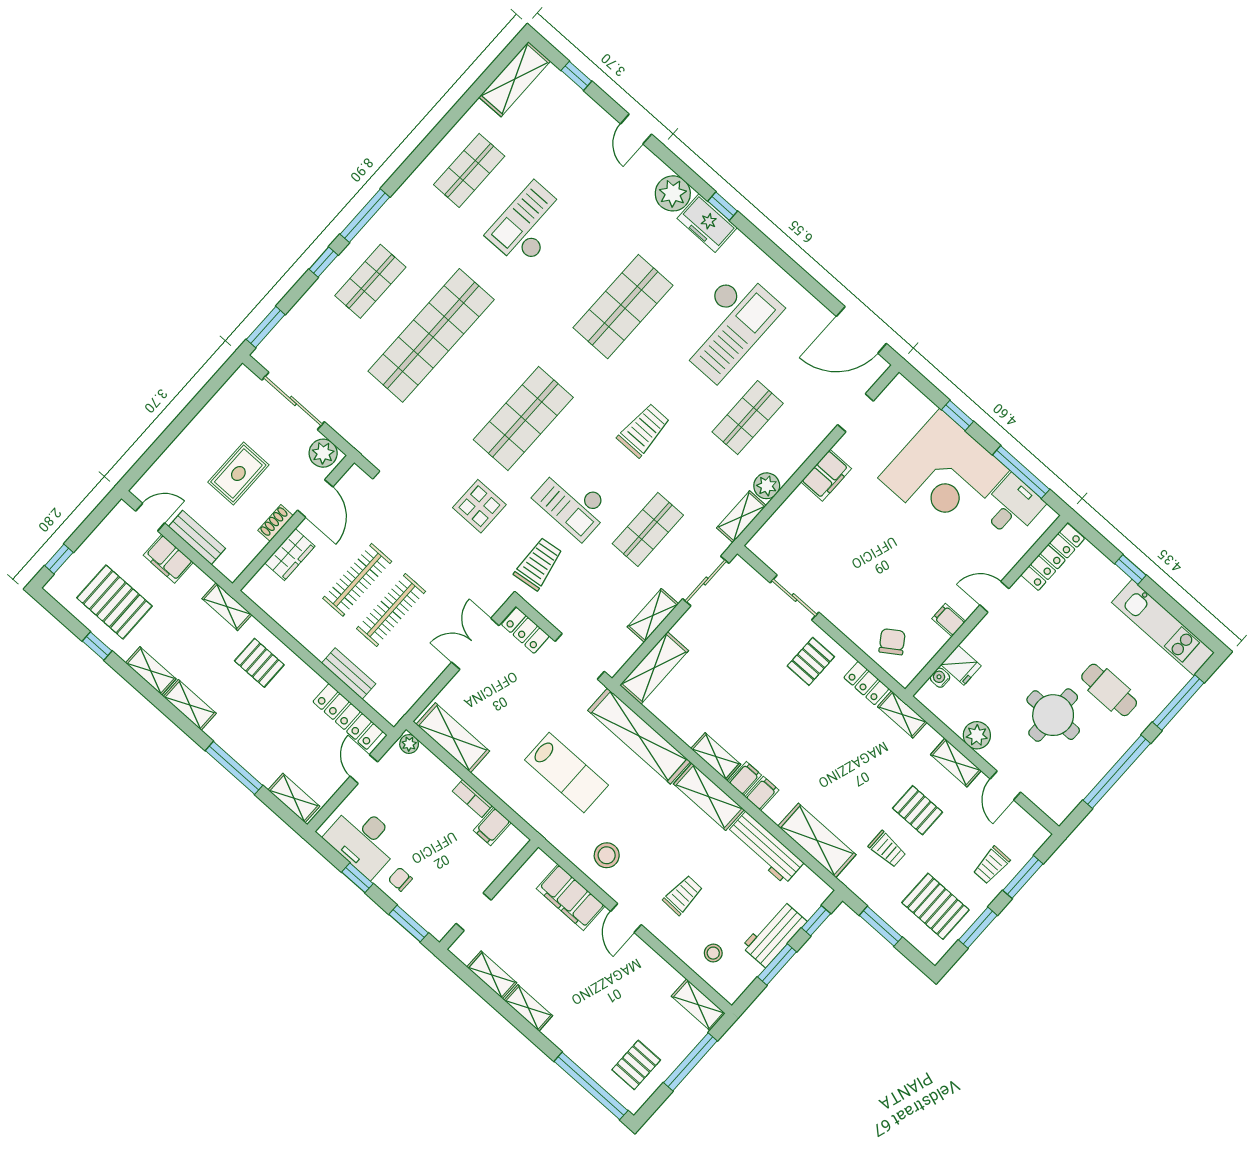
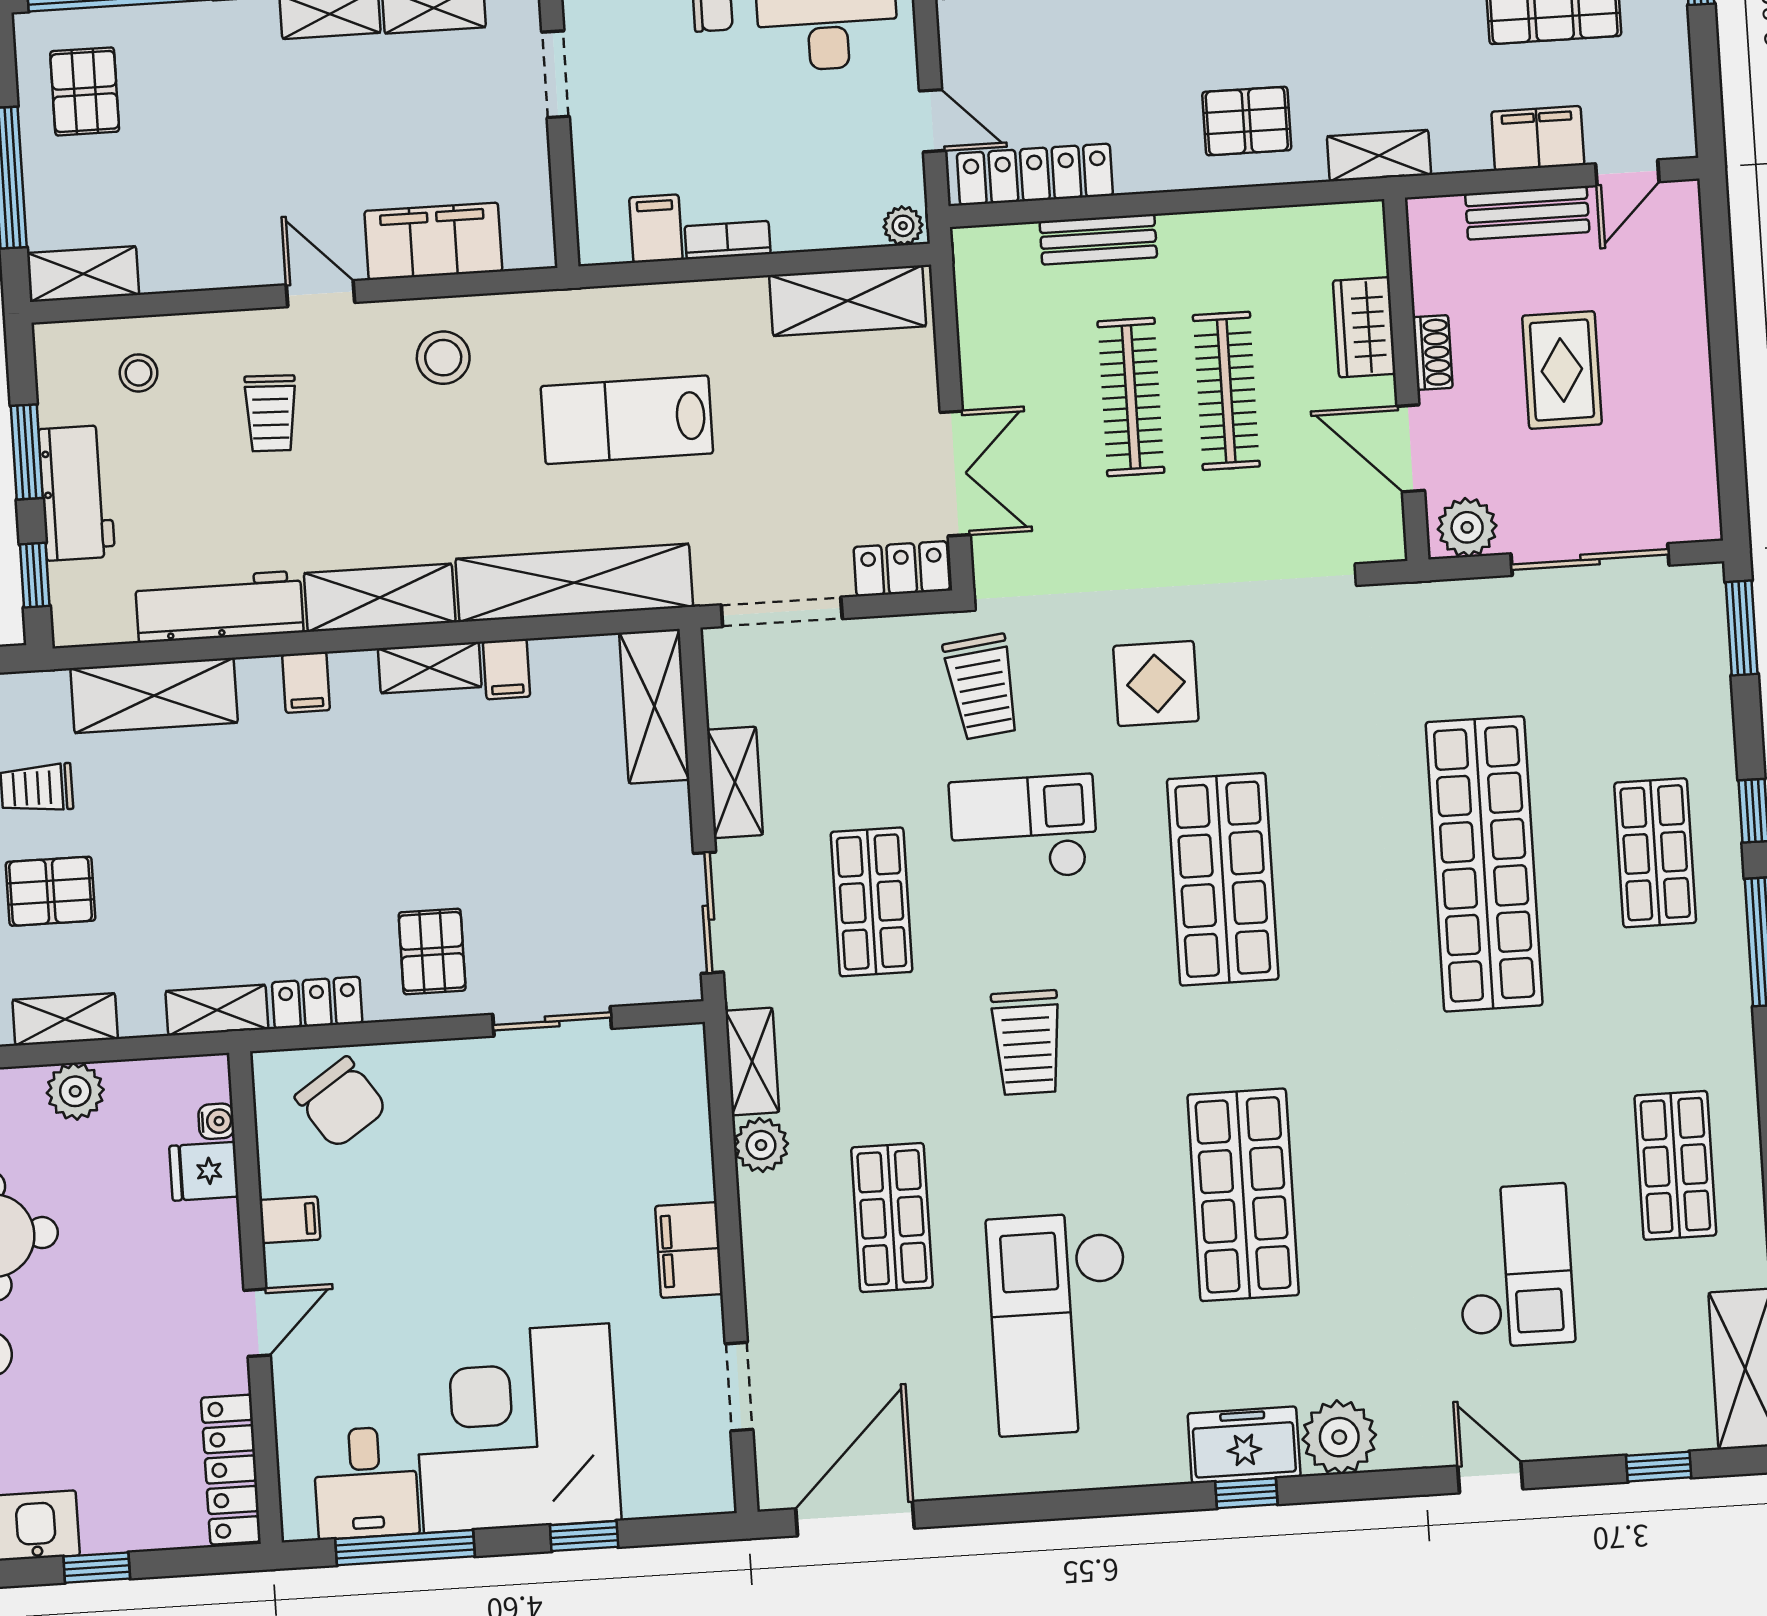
checkout: (528, 225) -> (1515, 1266), moved
chair: (892, 642) -> (341, 1103), width x1.37, depth x1.37
filing cabinet: (745, 778) -> (507, 669), moved

